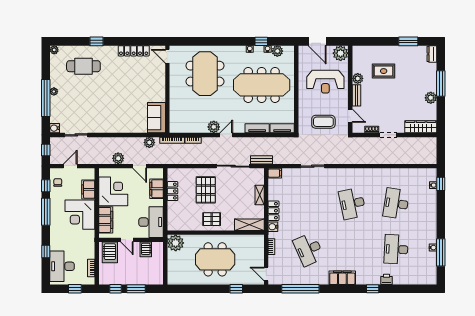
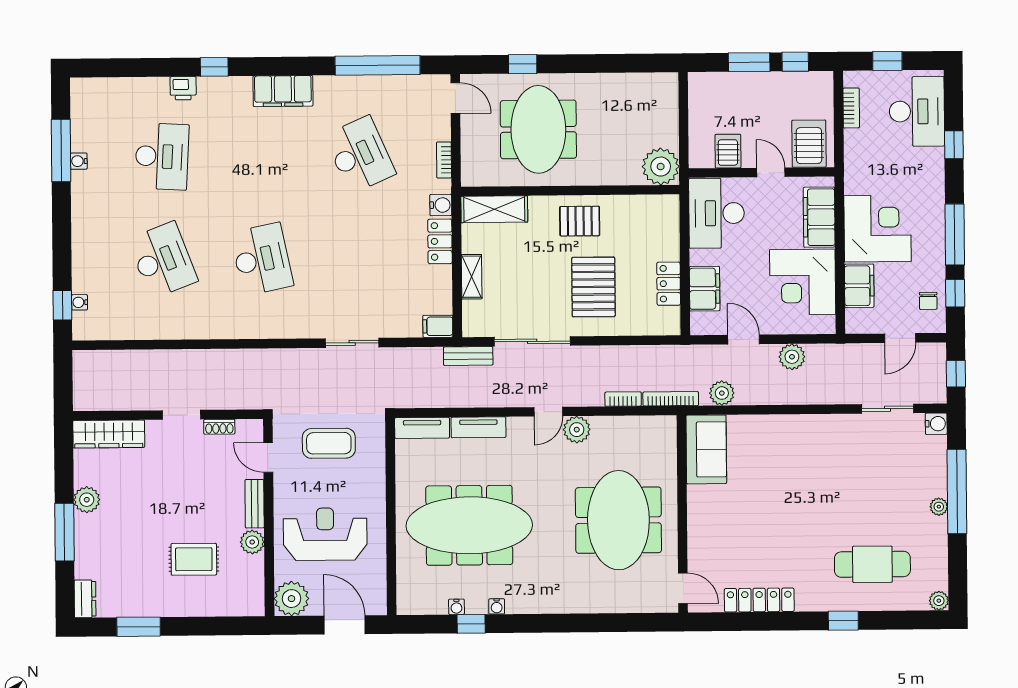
plant: (277, 51) -> (434, 602), removed
meeting table: (205, 74) -> (618, 520), moved
desk: (396, 203) -> (163, 260), turned -30
meeting table: (215, 259) -> (538, 129), moved, turned 90

